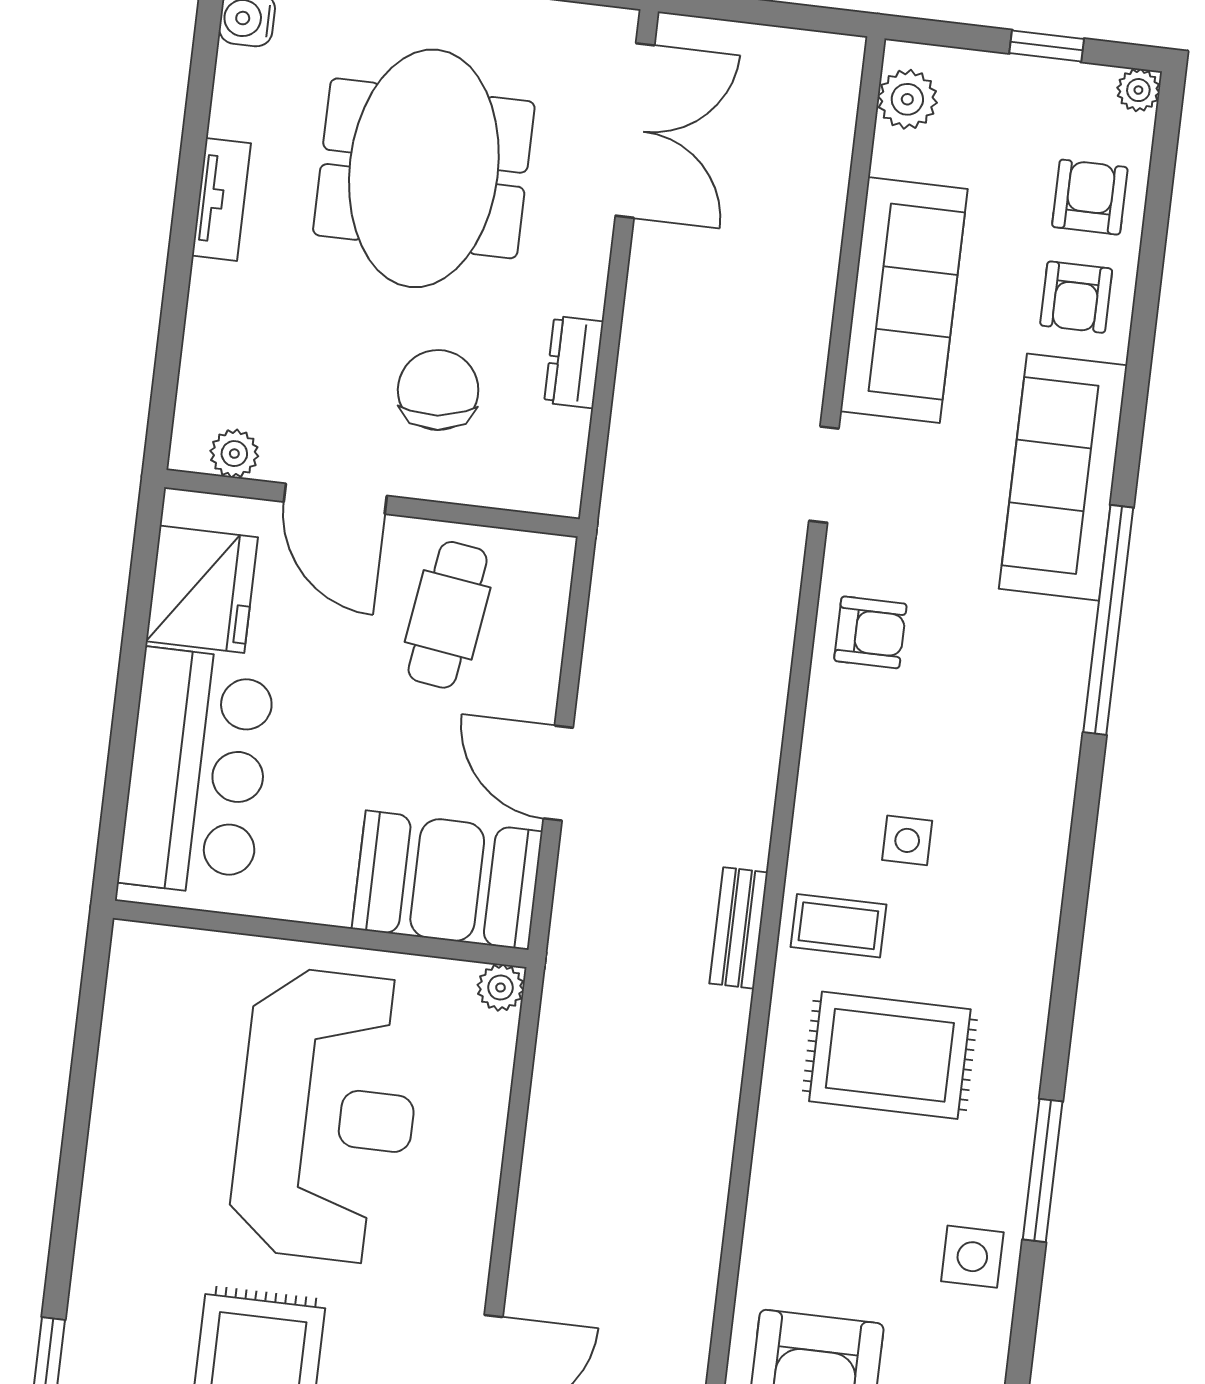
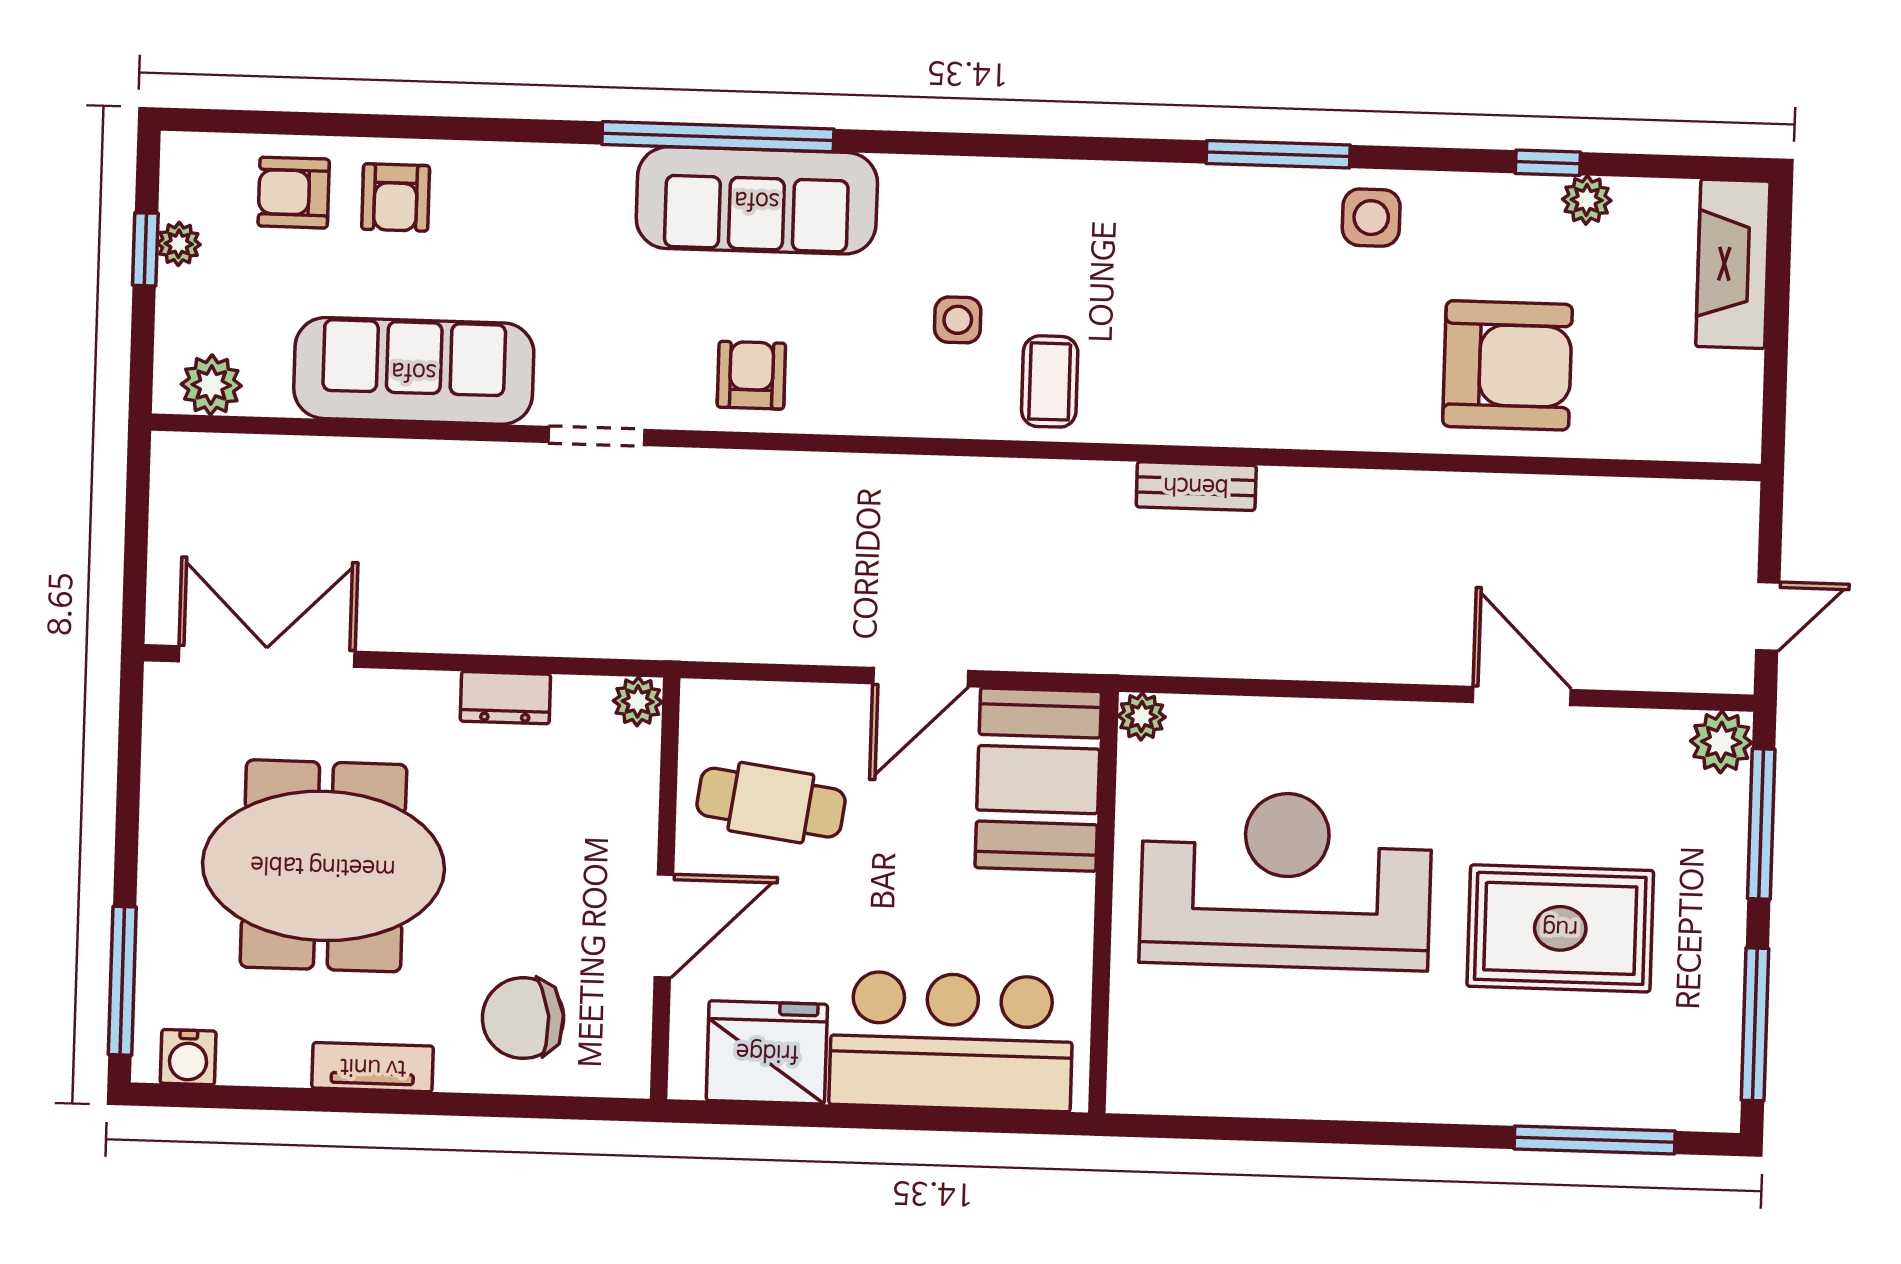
plant: (1138, 90) -> (179, 244), moved
armchair: (1076, 297) -> (396, 197), turned 90
chair: (438, 390) -> (523, 1018), moved
plant: (234, 454) -> (638, 701), moved
sofa: (1063, 477) -> (757, 200), moved
bench: (739, 928) -> (1196, 486), moved
rug: (890, 1055) -> (1176, 318), removed

